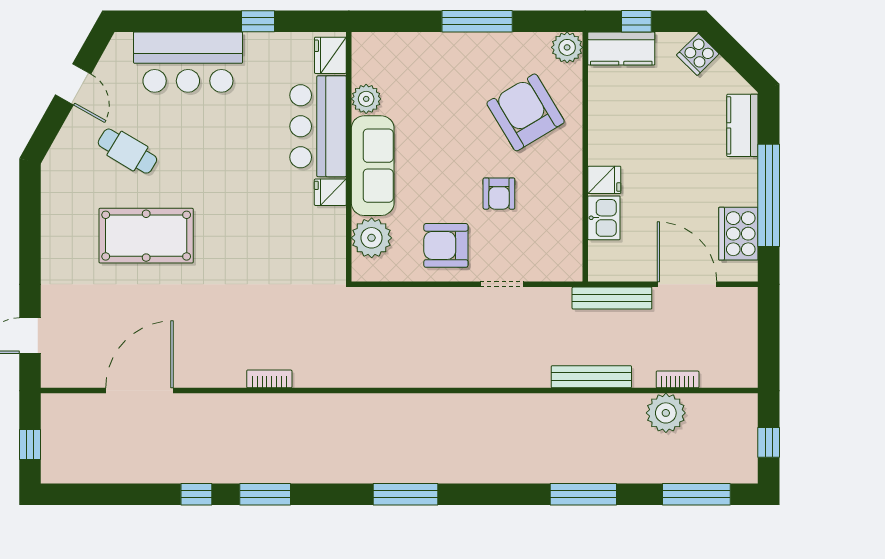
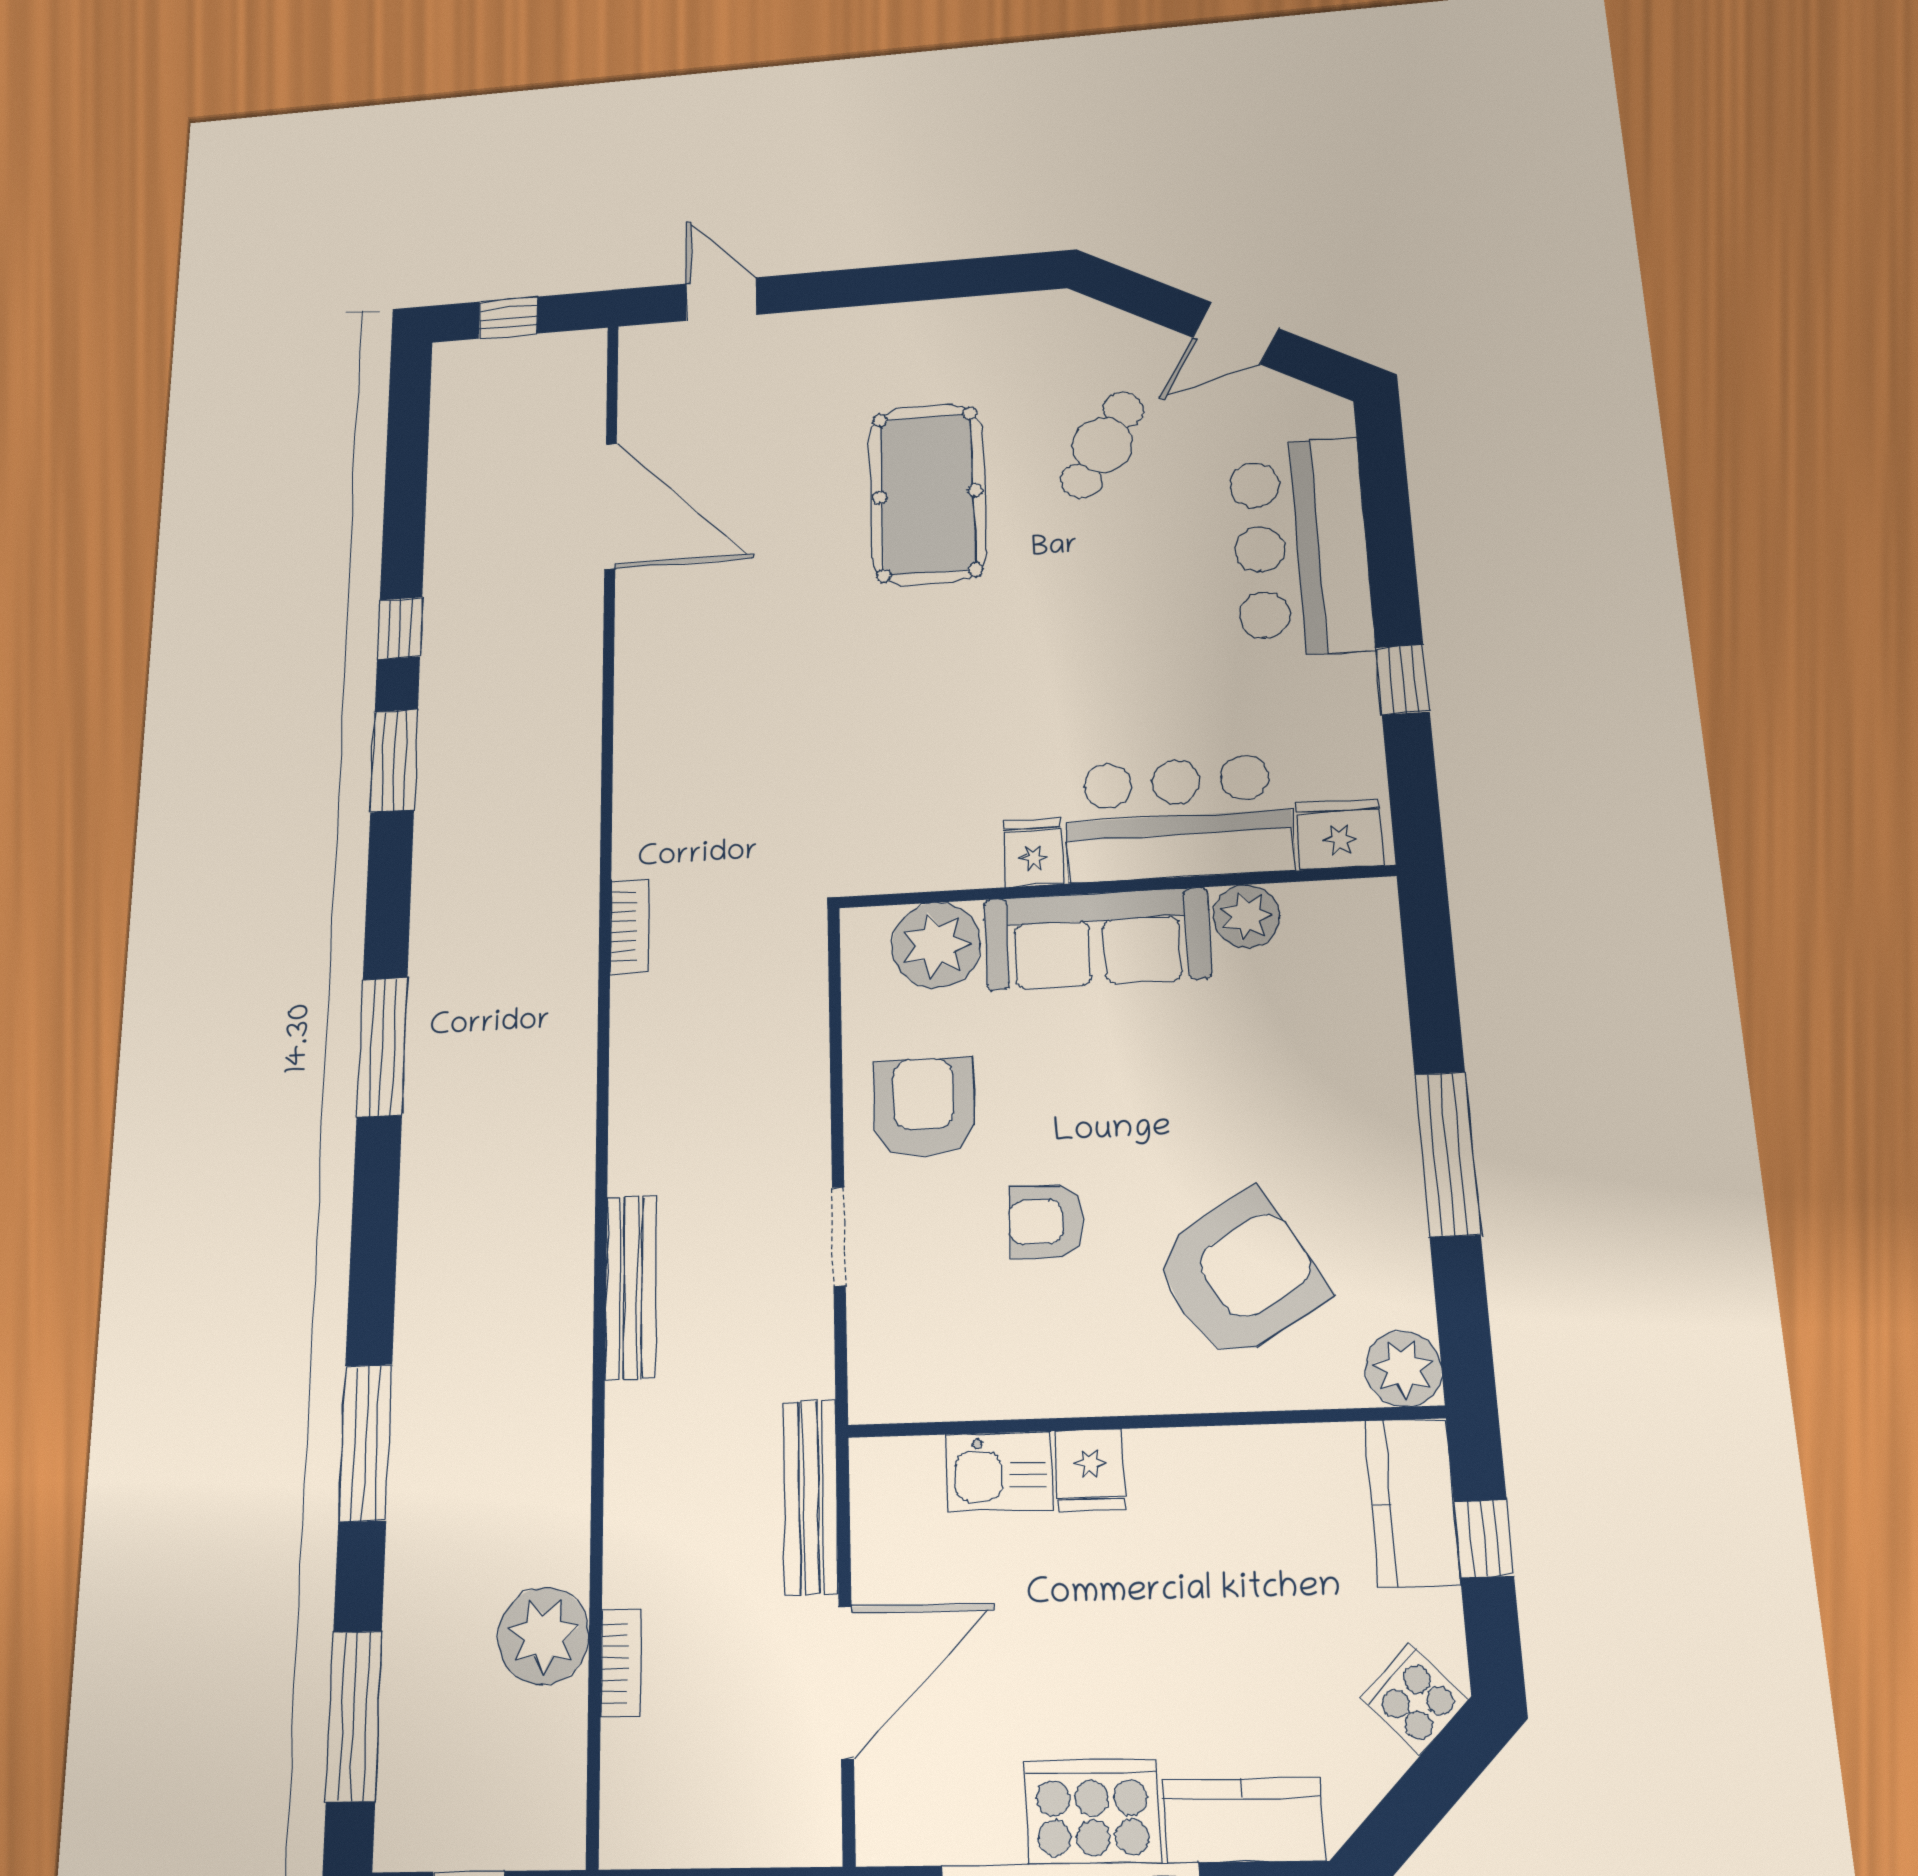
cooker: (738, 234) -> (1092, 1812), moved
bench: (591, 377) -> (631, 1287), moved
bookcase: (269, 379) -> (630, 926), moved

